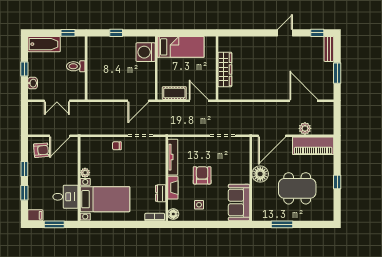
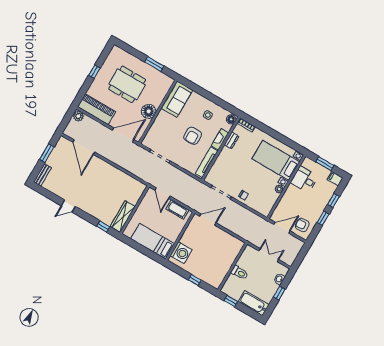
window: (317, 33) -> (103, 226), moved
wardrobe: (225, 69) -> (123, 216), moved
plant: (305, 128) -> (78, 116), moved

